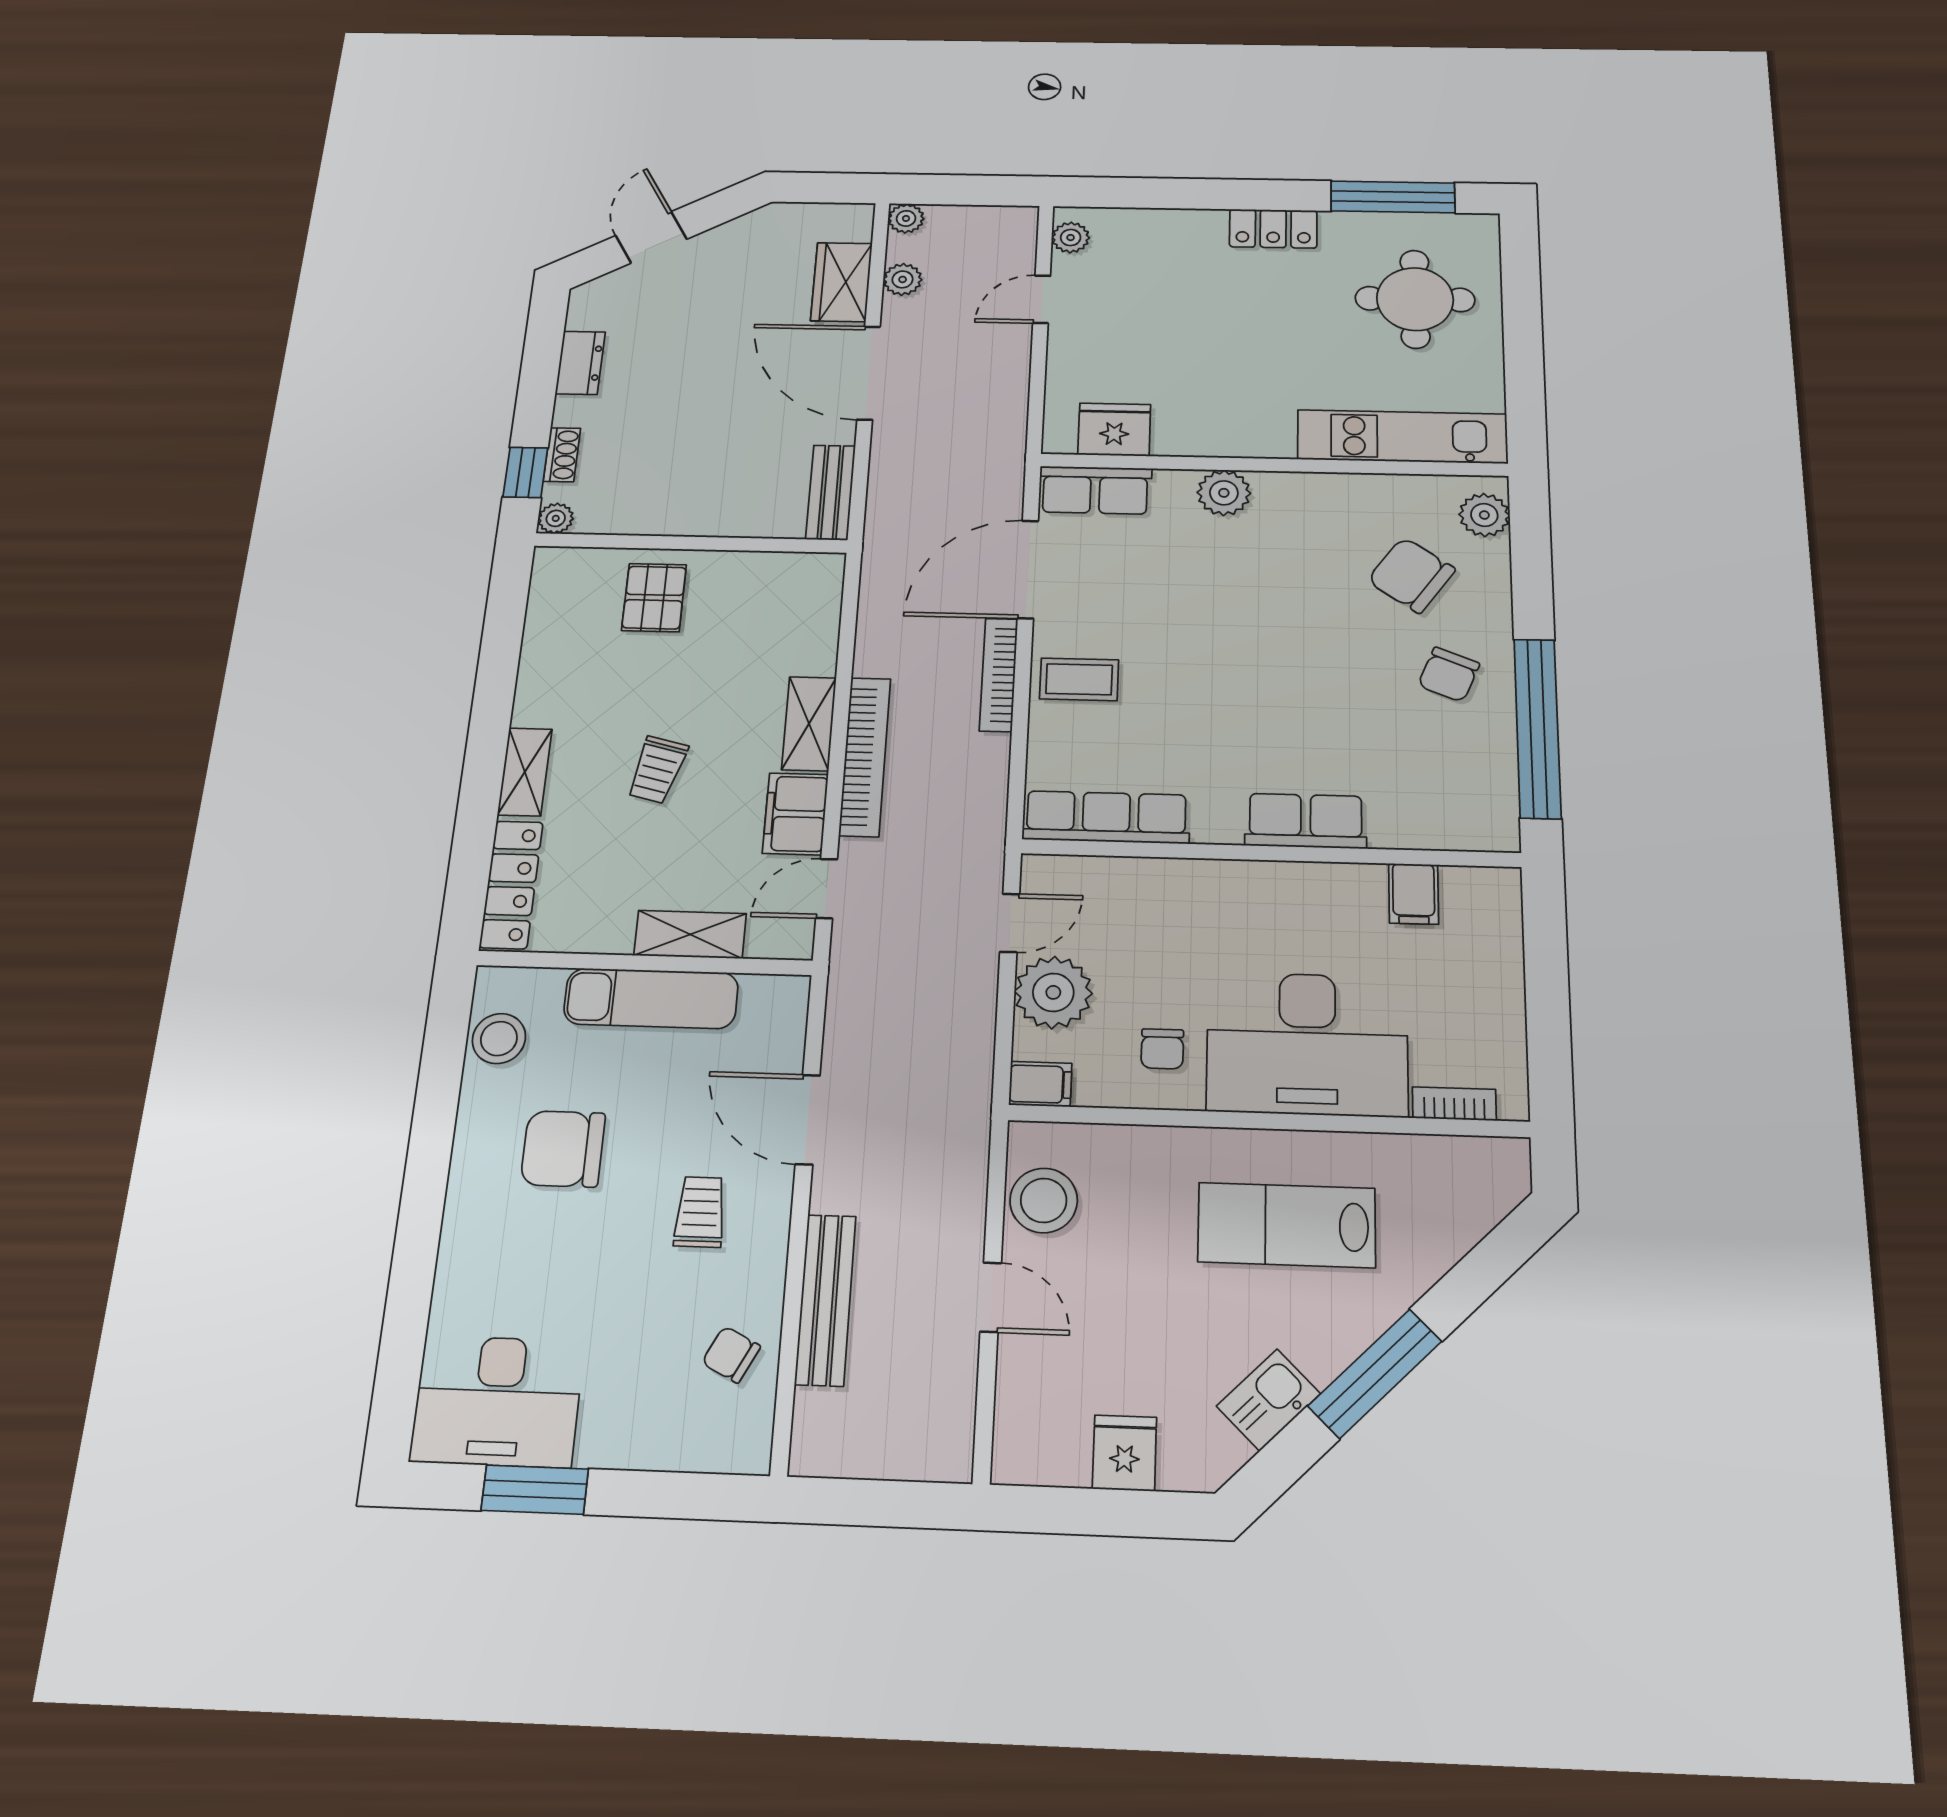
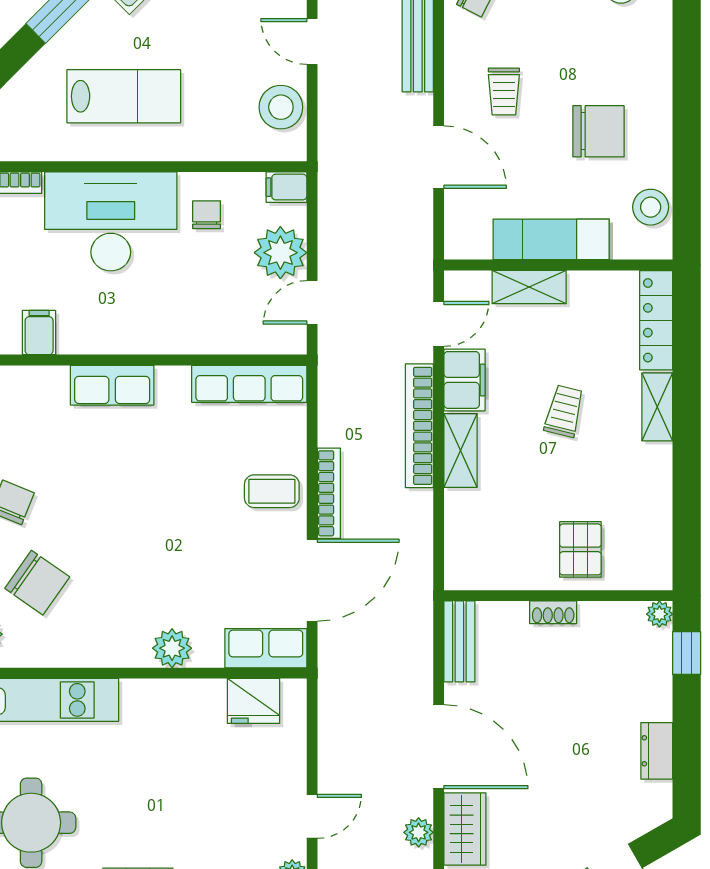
shoe rack: (562, 455) -> (553, 612), moved, turned -90

